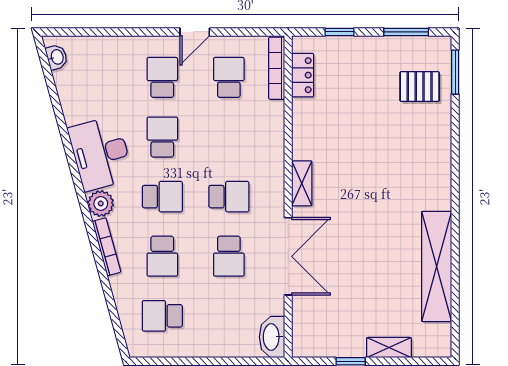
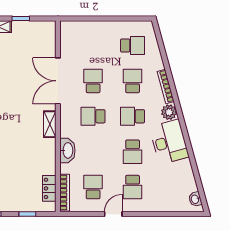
school desk: (229, 77) -> (93, 187), turned 180
washbasin: (272, 337) -> (67, 150), moved

